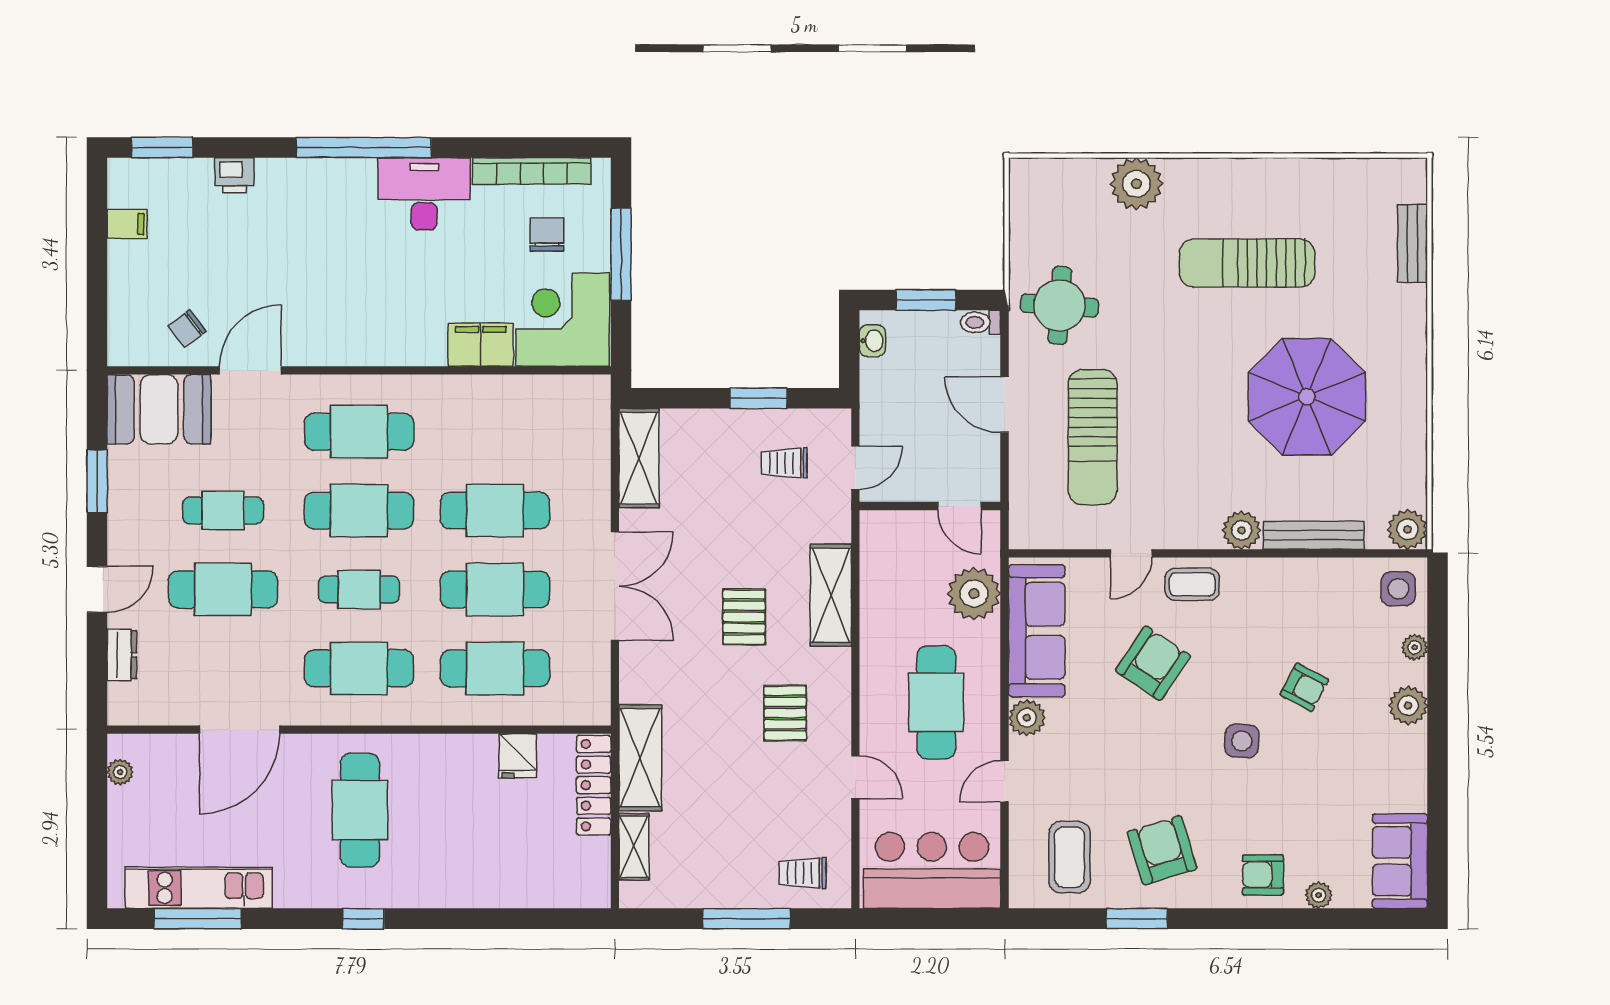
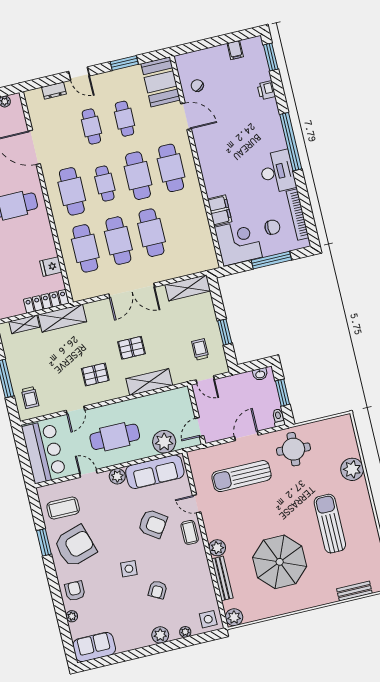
cafe table: (223, 589) -> (91, 127), width x0.73, depth x0.74
armchair: (1162, 850) -> (75, 546), width x1.36, depth x1.36
trolley: (803, 873) -> (30, 398), turned 180

